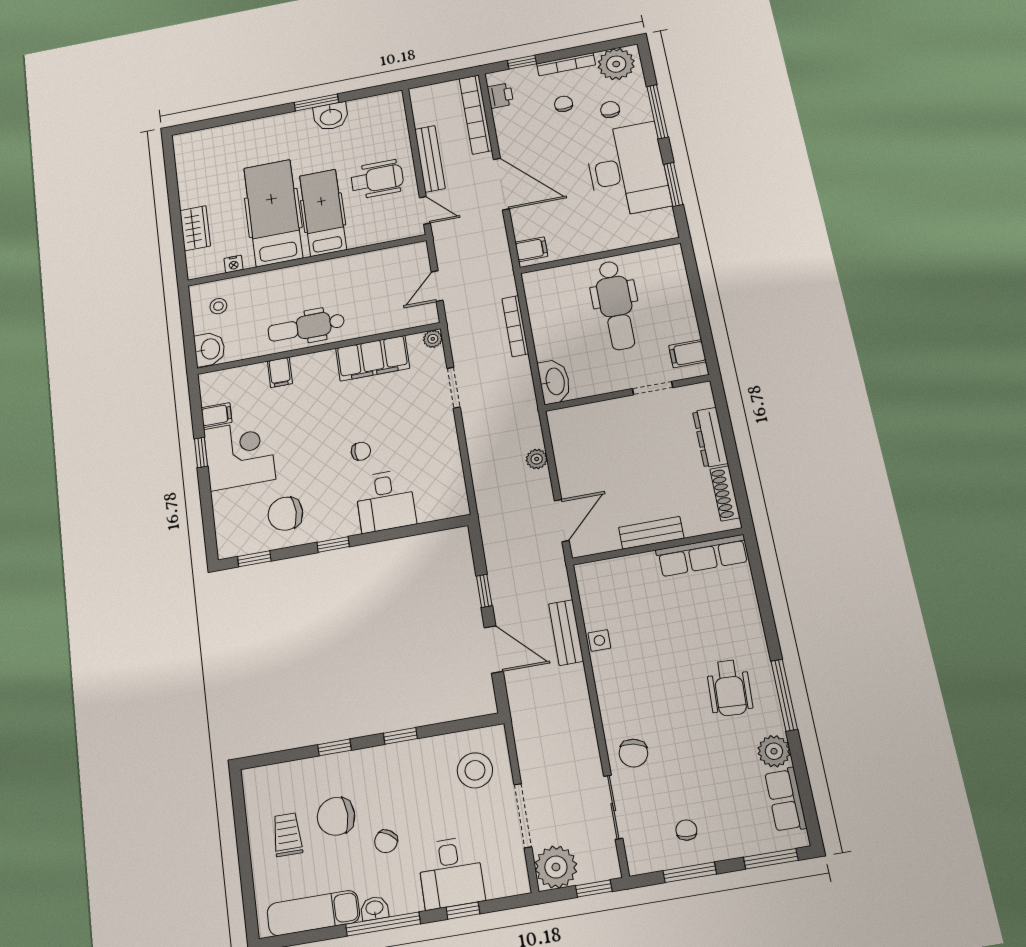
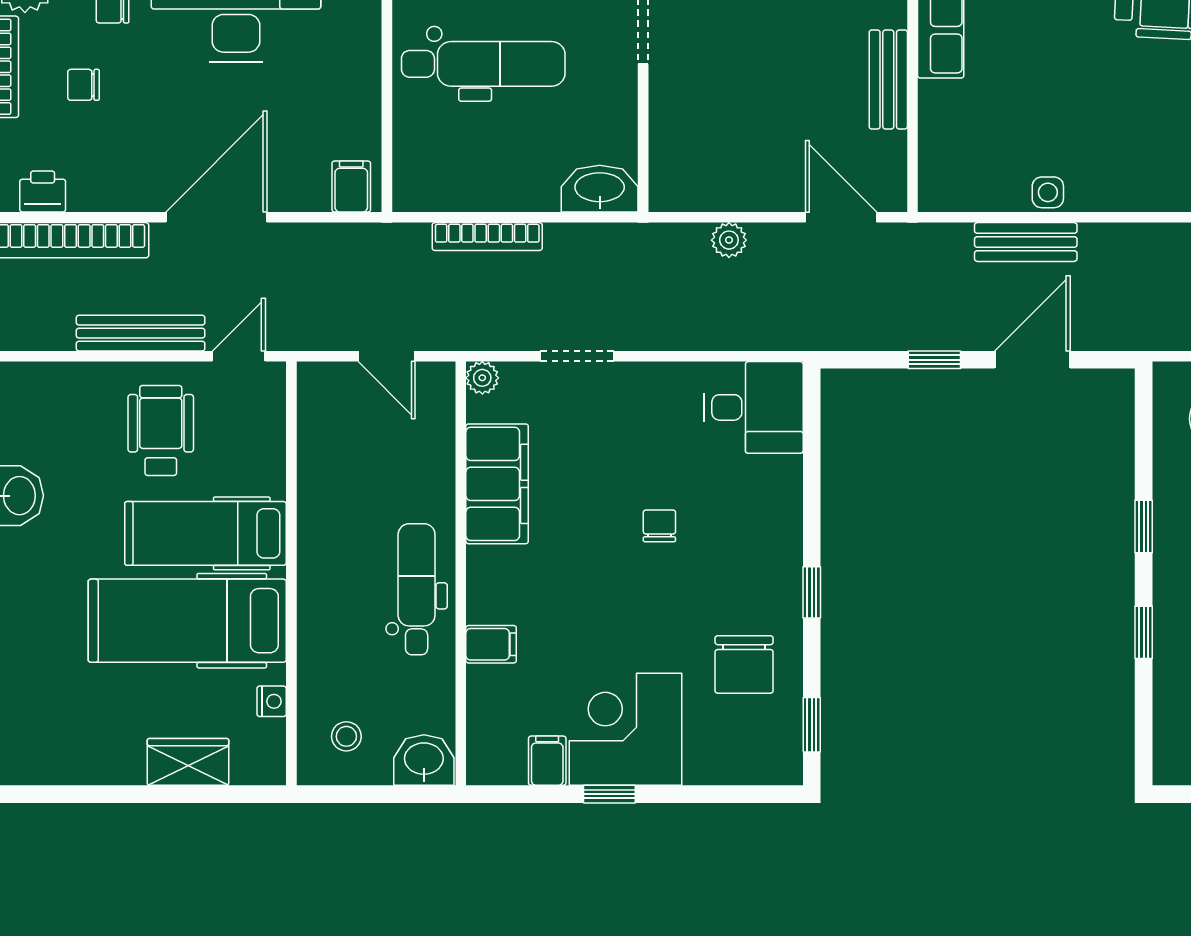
dental chair: (306, 327) -> (417, 589), turned 180
desk: (385, 501) -> (754, 407), moved

